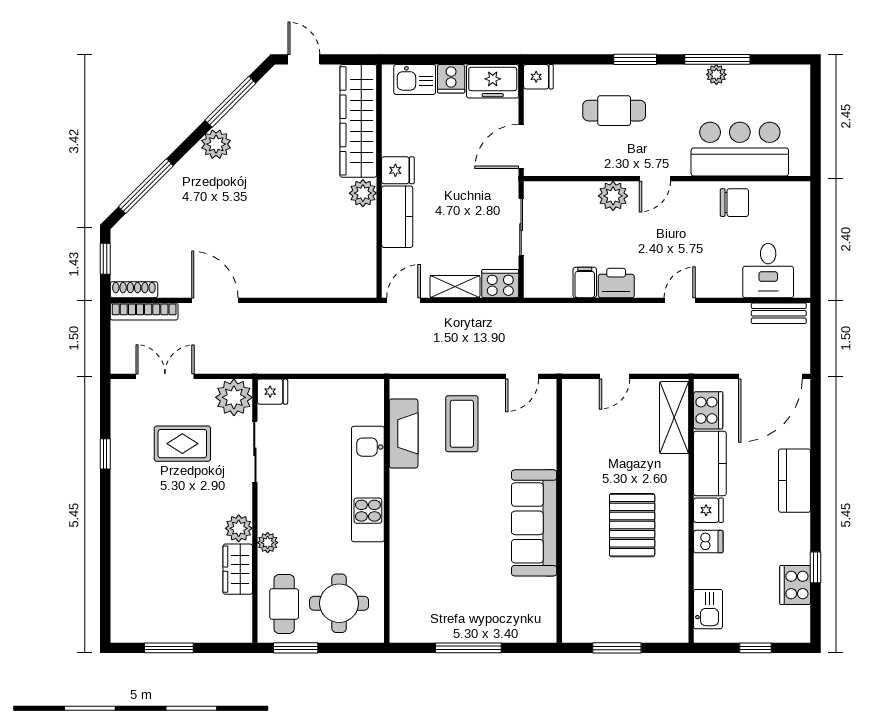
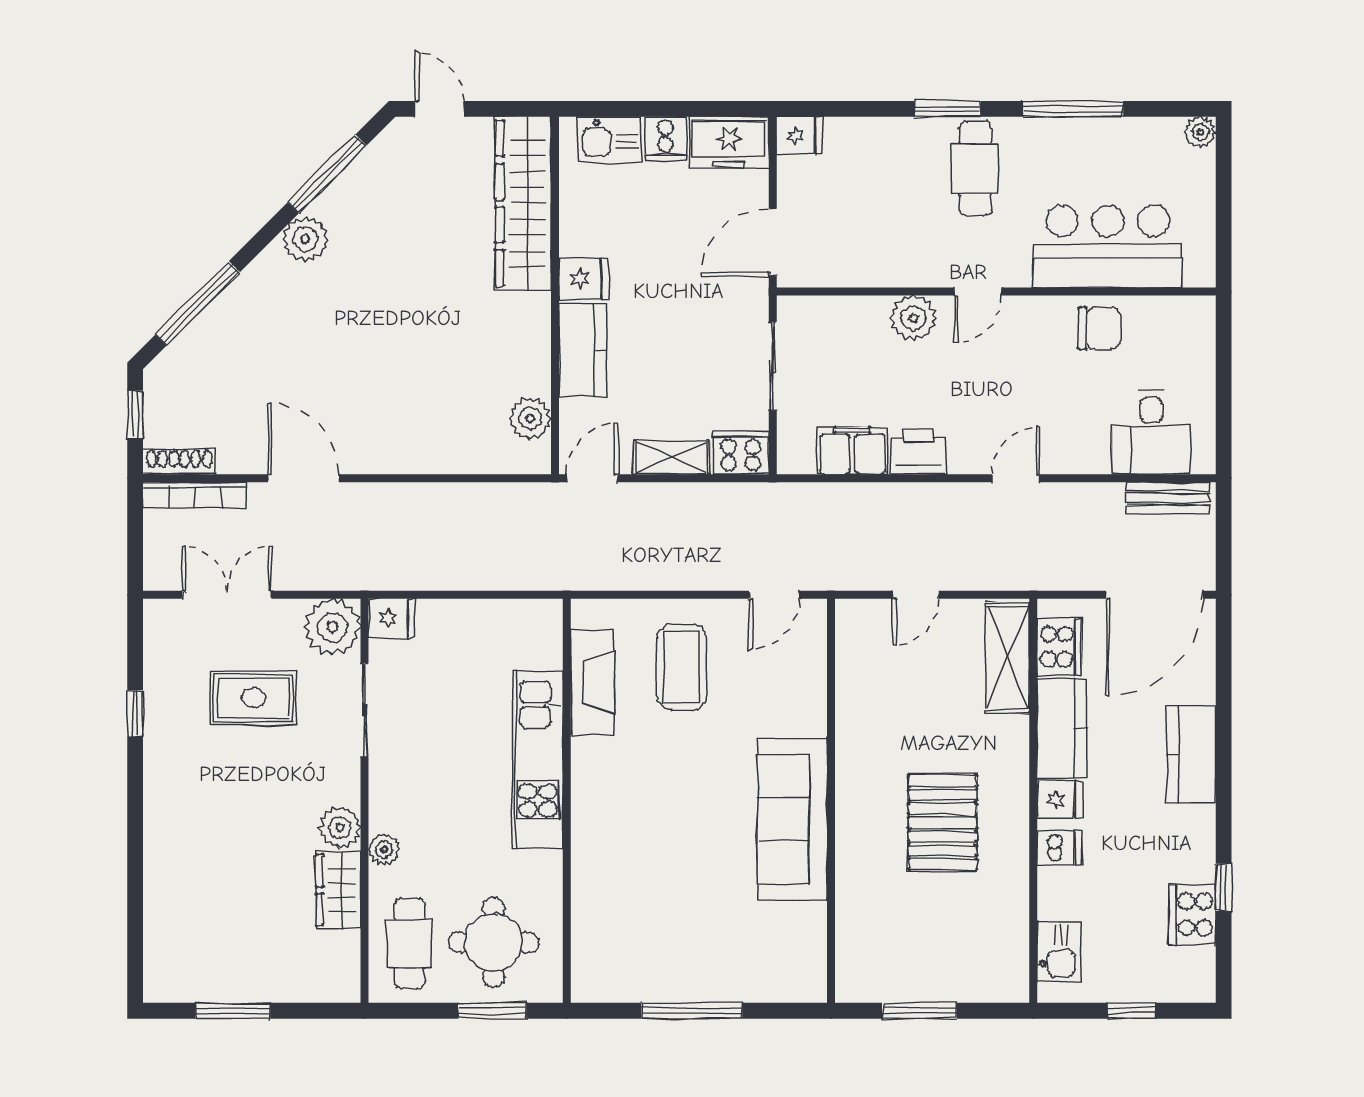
plant: (716, 74) -> (1200, 132), moved
cafe table: (614, 111) -> (975, 168), moved, turned 90
plant: (363, 193) -> (530, 418), moved
filing cabinet: (585, 282) -> (852, 451), width x2.00
window: (296, 648) -> (492, 1011), moved

